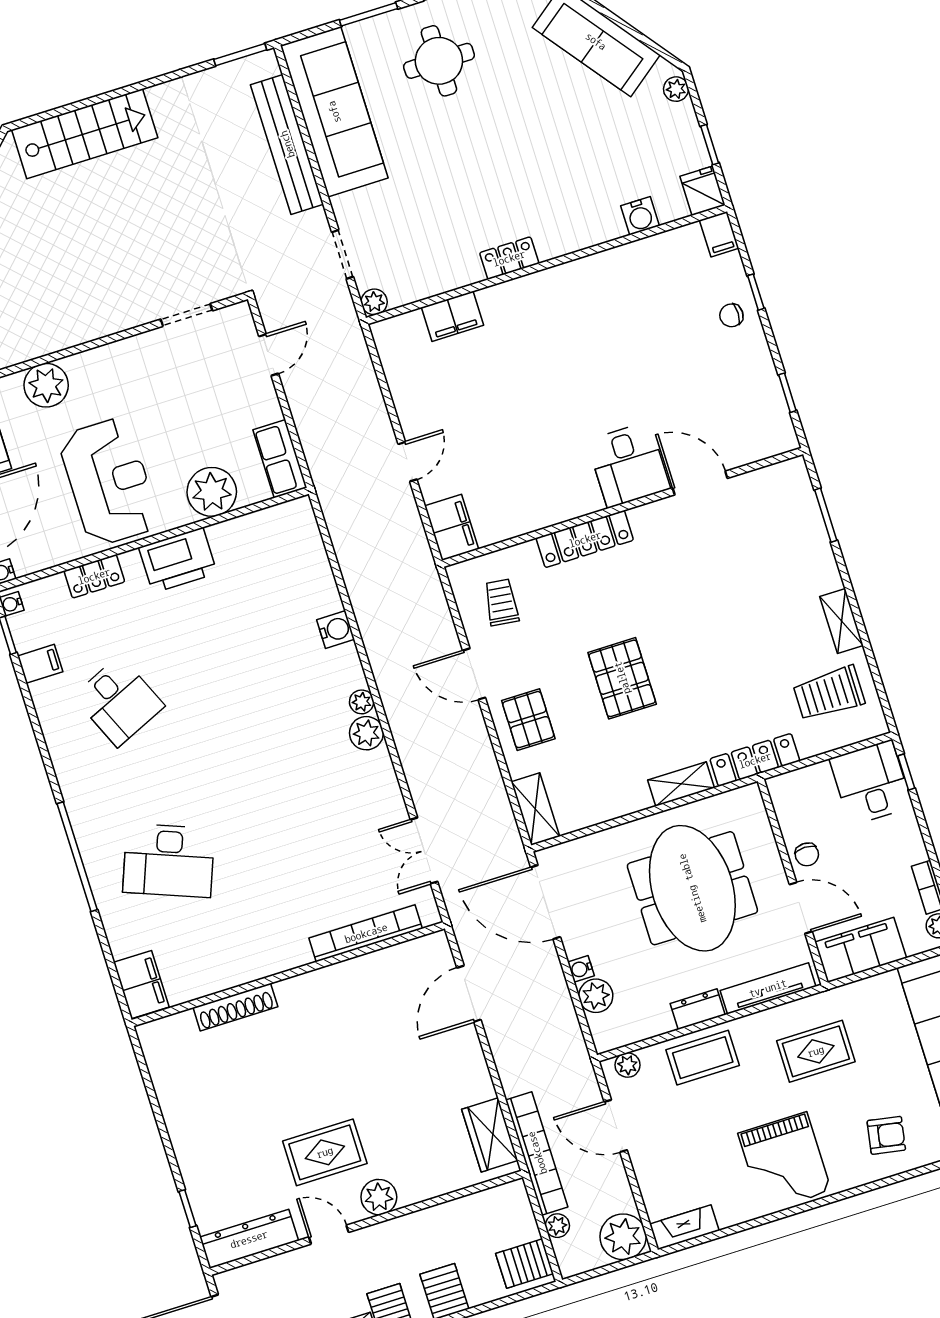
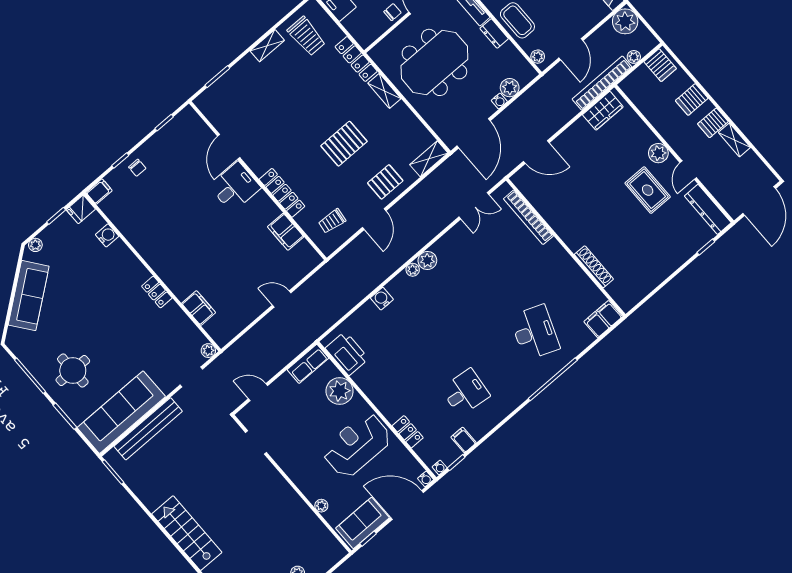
plant: (46, 385) -> (321, 506), width x0.53, depth x0.53
filing cabinet: (452, 527) -> (286, 232), moved, turned -90
printer: (178, 560) -> (347, 353), moved
desk: (119, 701) -> (465, 392), turned 30

